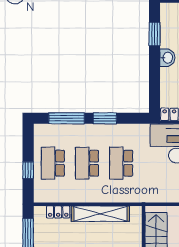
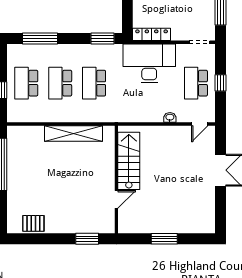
window: (105, 118) -> (103, 39), moved
locker: (58, 212) -> (31, 132), removed

